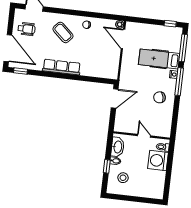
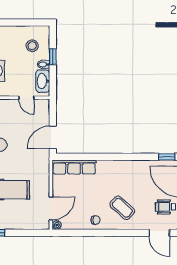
door: (123, 39) -> (51, 208), hinge flipped
row of seats: (62, 67) -> (74, 167), moved
door: (144, 136) -> (26, 98), moved

